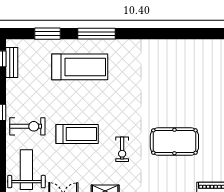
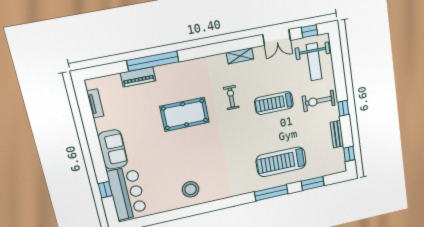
stool: (184, 58) -> (191, 189), added
bench: (12, 62) -> (337, 134), moved

